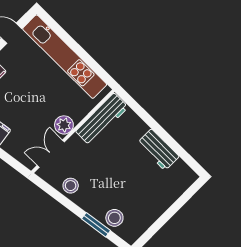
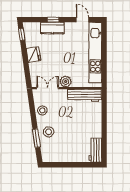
workbench: (158, 150) -> (95, 150), moved
stool: (114, 218) -> (49, 132), moved

